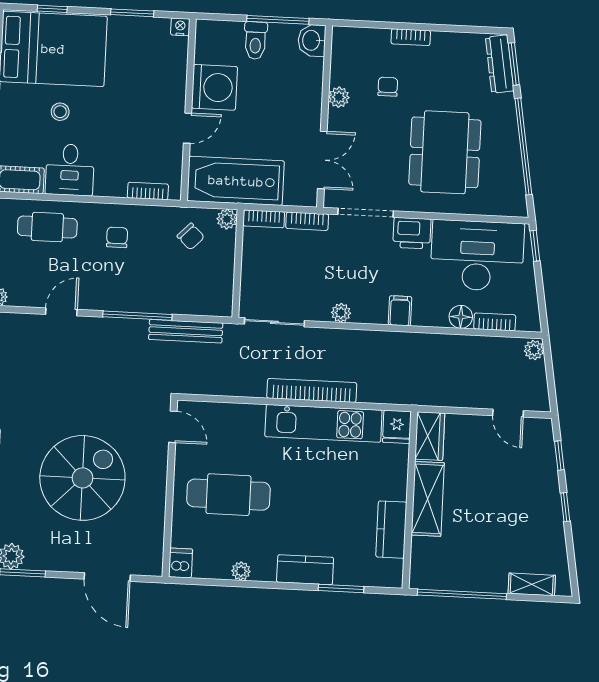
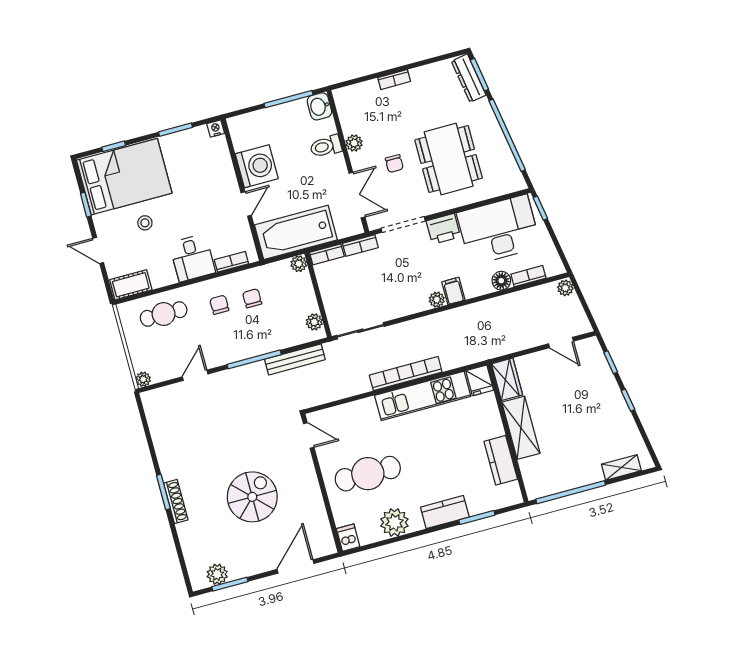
toilet: (255, 40) -> (326, 146), moved, turned 90
chair: (388, 87) -> (394, 164), moved, turned 180
desk: (70, 170) -> (192, 258), moved
chair: (191, 236) -> (252, 298), moved, turned -134
plant: (223, 294) -> (314, 322), added
plant: (341, 313) -> (437, 300), moved
spiral stairs: (82, 478) -> (252, 497), width x0.73, depth x0.73
plant: (241, 571) -> (394, 522), width x1.87, depth x1.87
door: (107, 577) -> (296, 566), swing flipped

